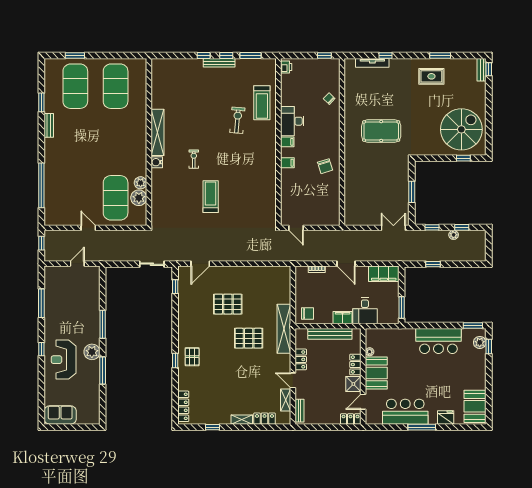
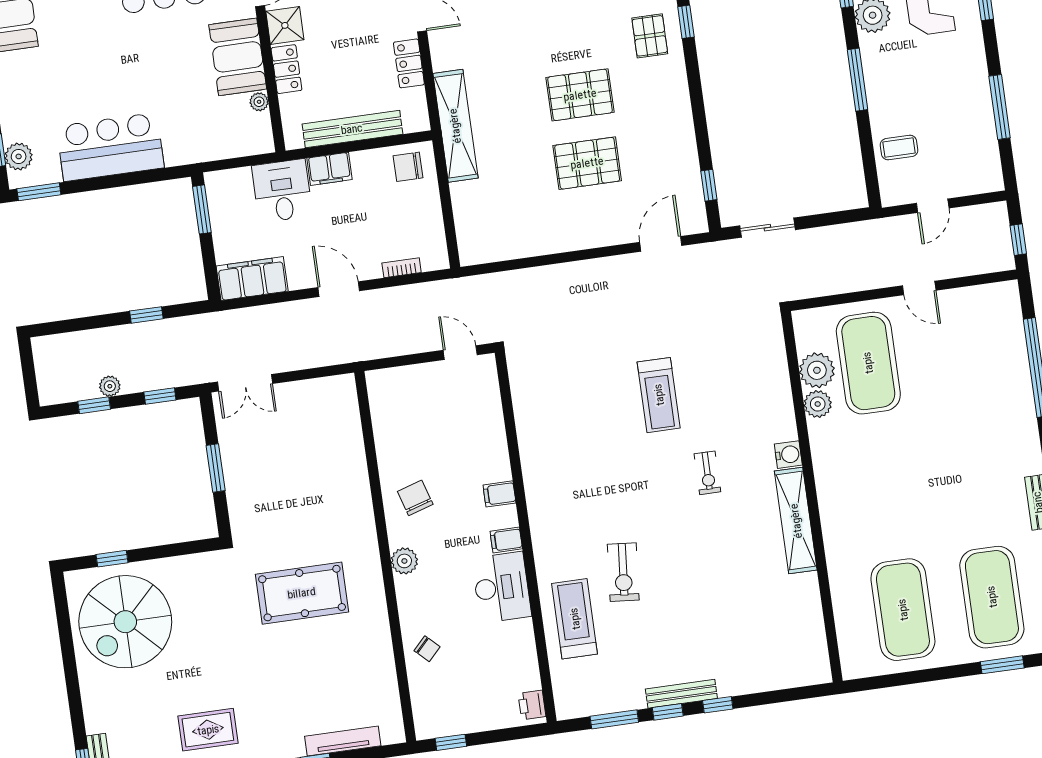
plant: (334, 139) -> (404, 561), added
coffee table: (88, 292) -> (899, 148), added
pallet: (249, 338) -> (580, 95), moved

